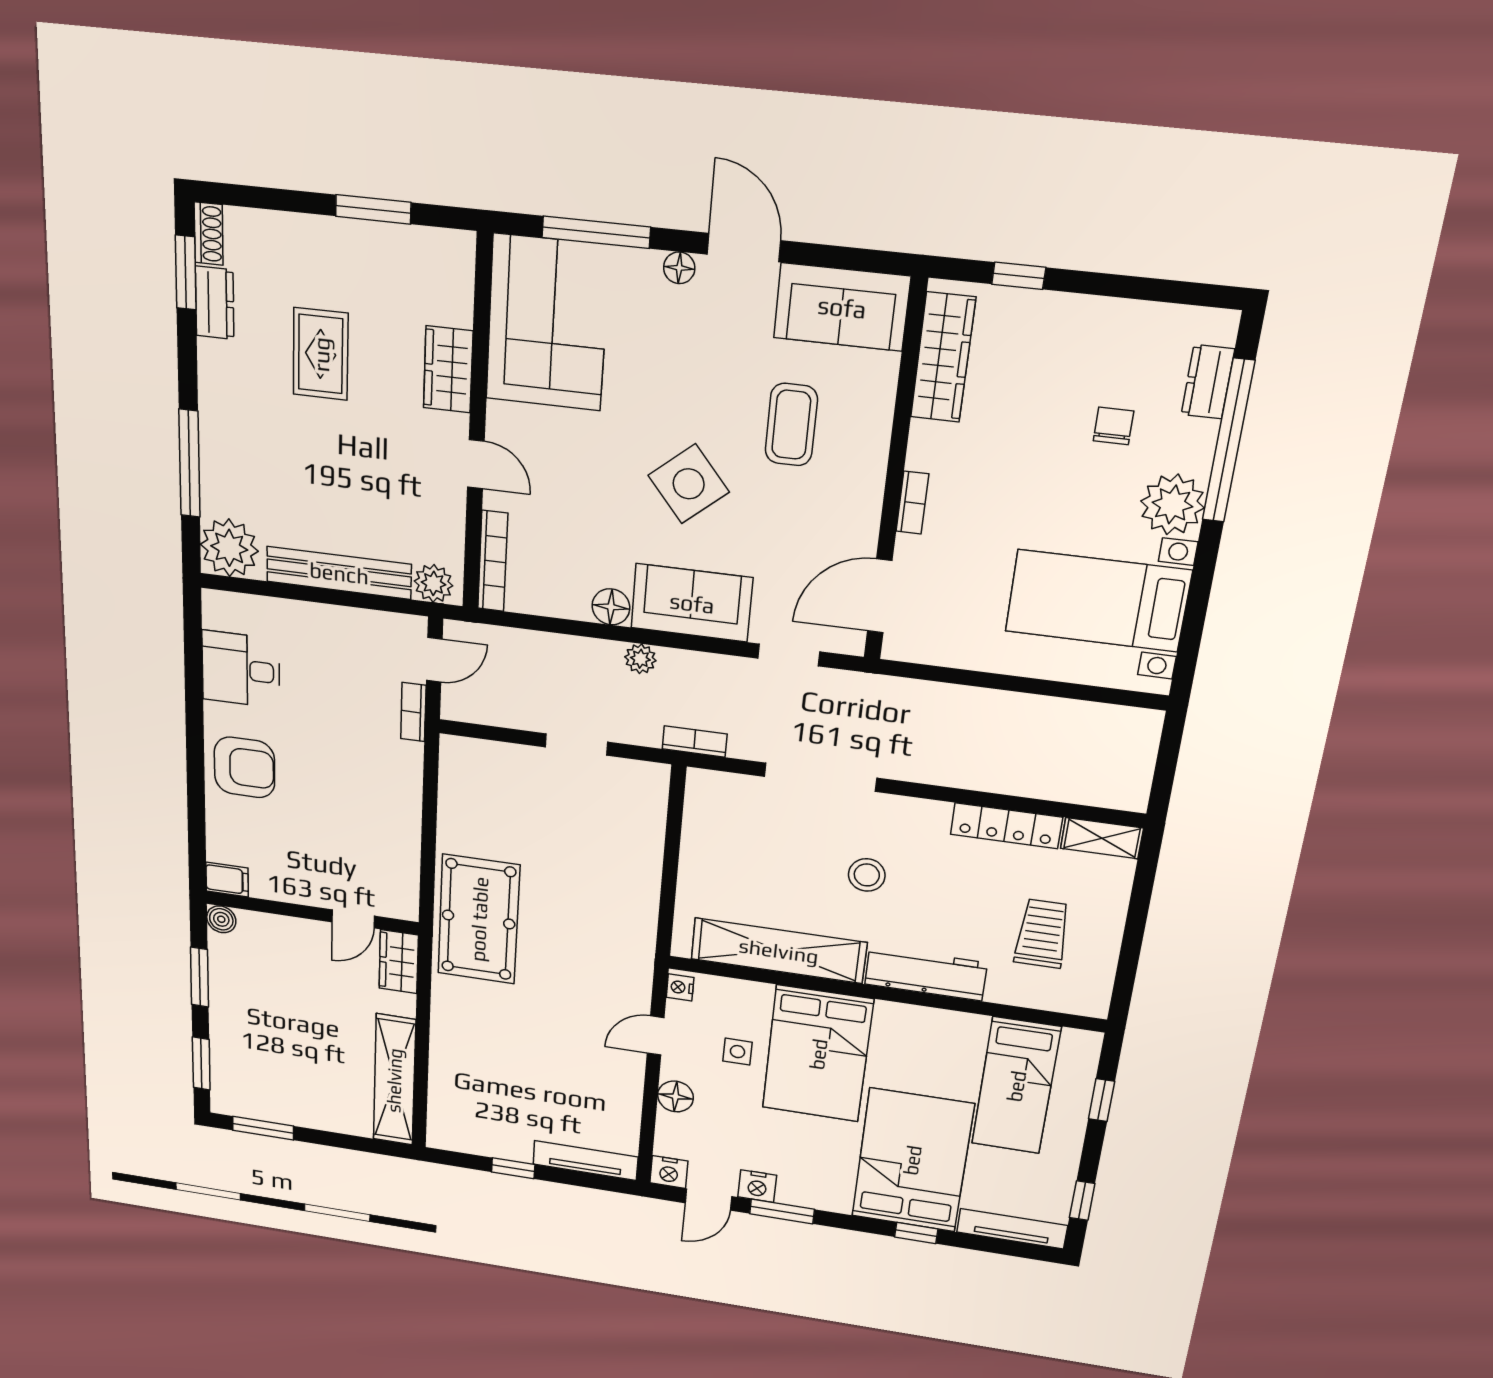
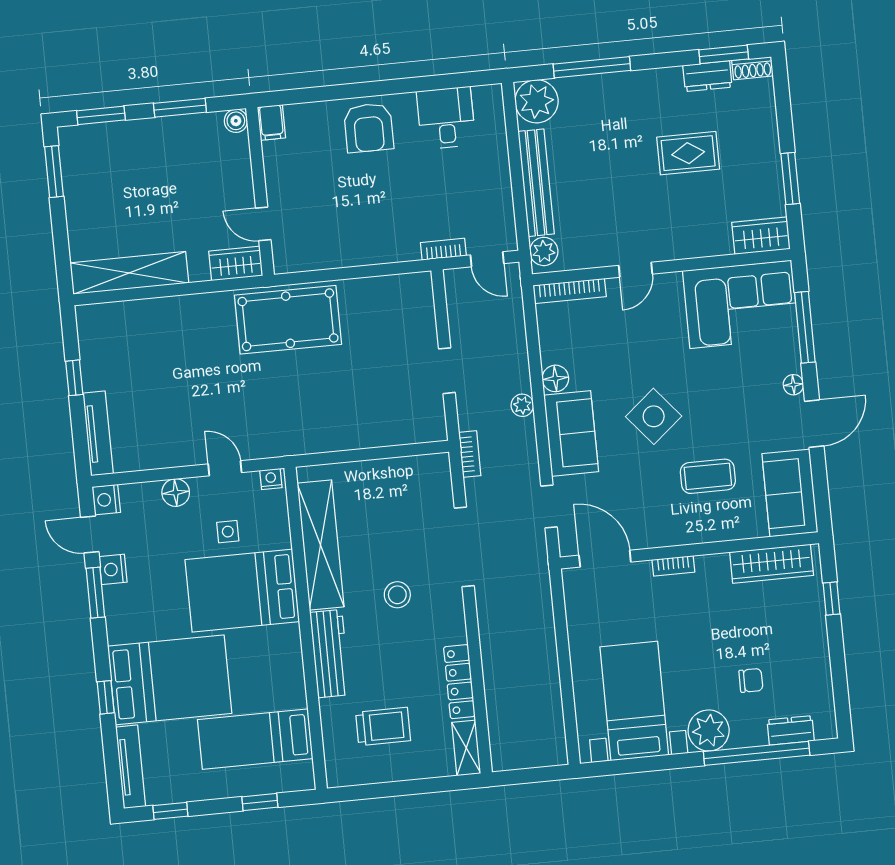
wardrobe: (448, 369) -> (761, 236), moved

